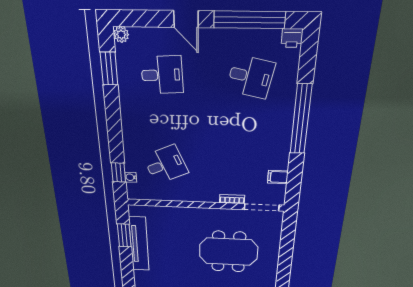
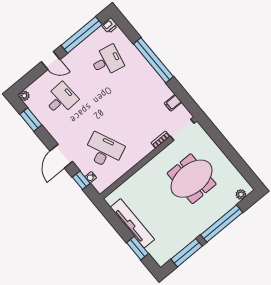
door: (115, 134) -> (61, 156), added
desk: (165, 165) -> (104, 151), width x1.37
window: (124, 235) -> (138, 248), moved

